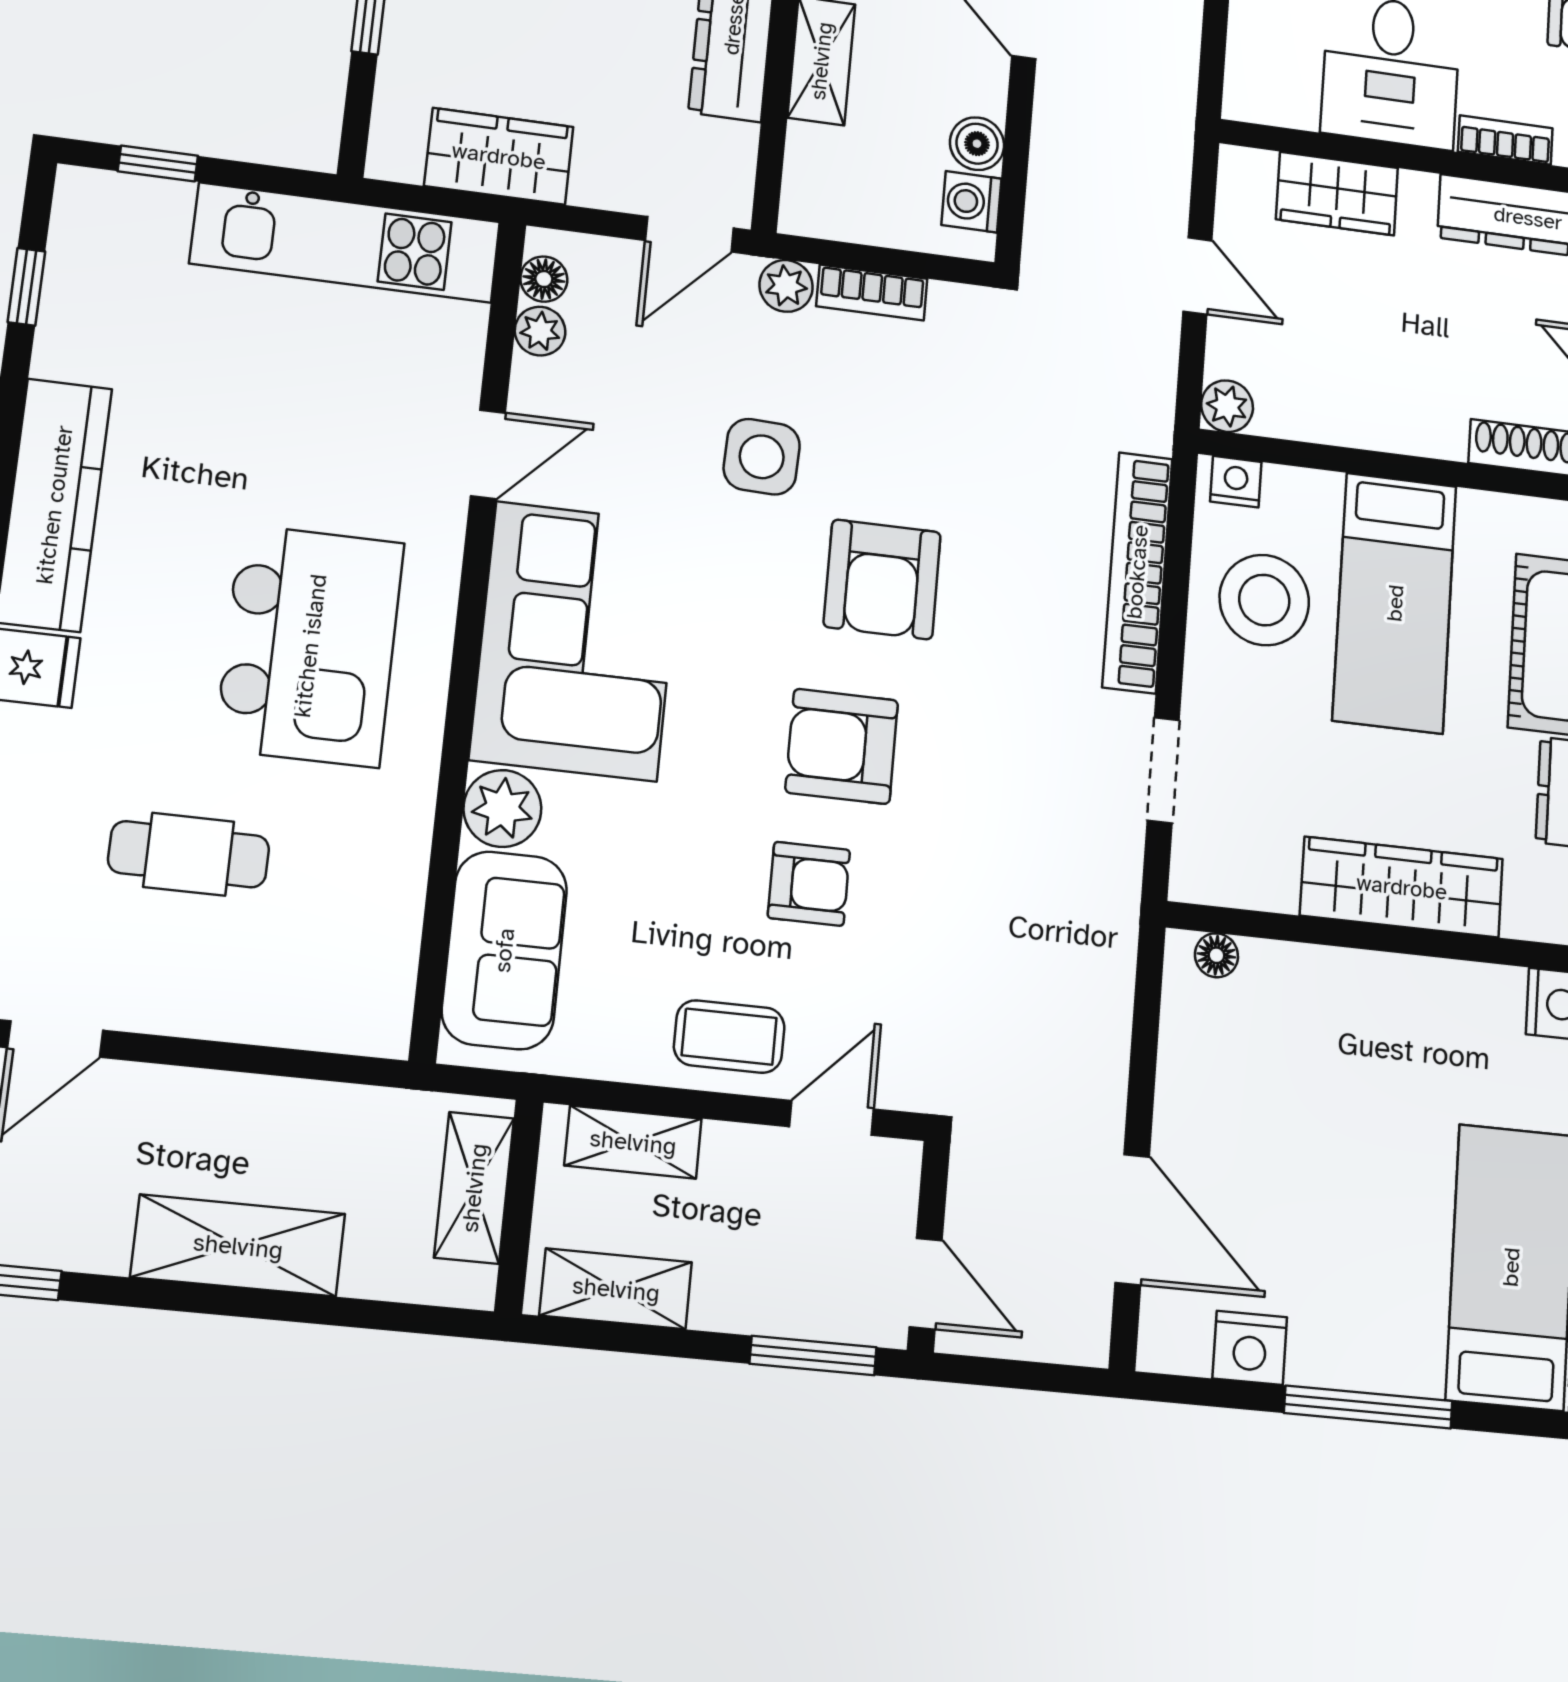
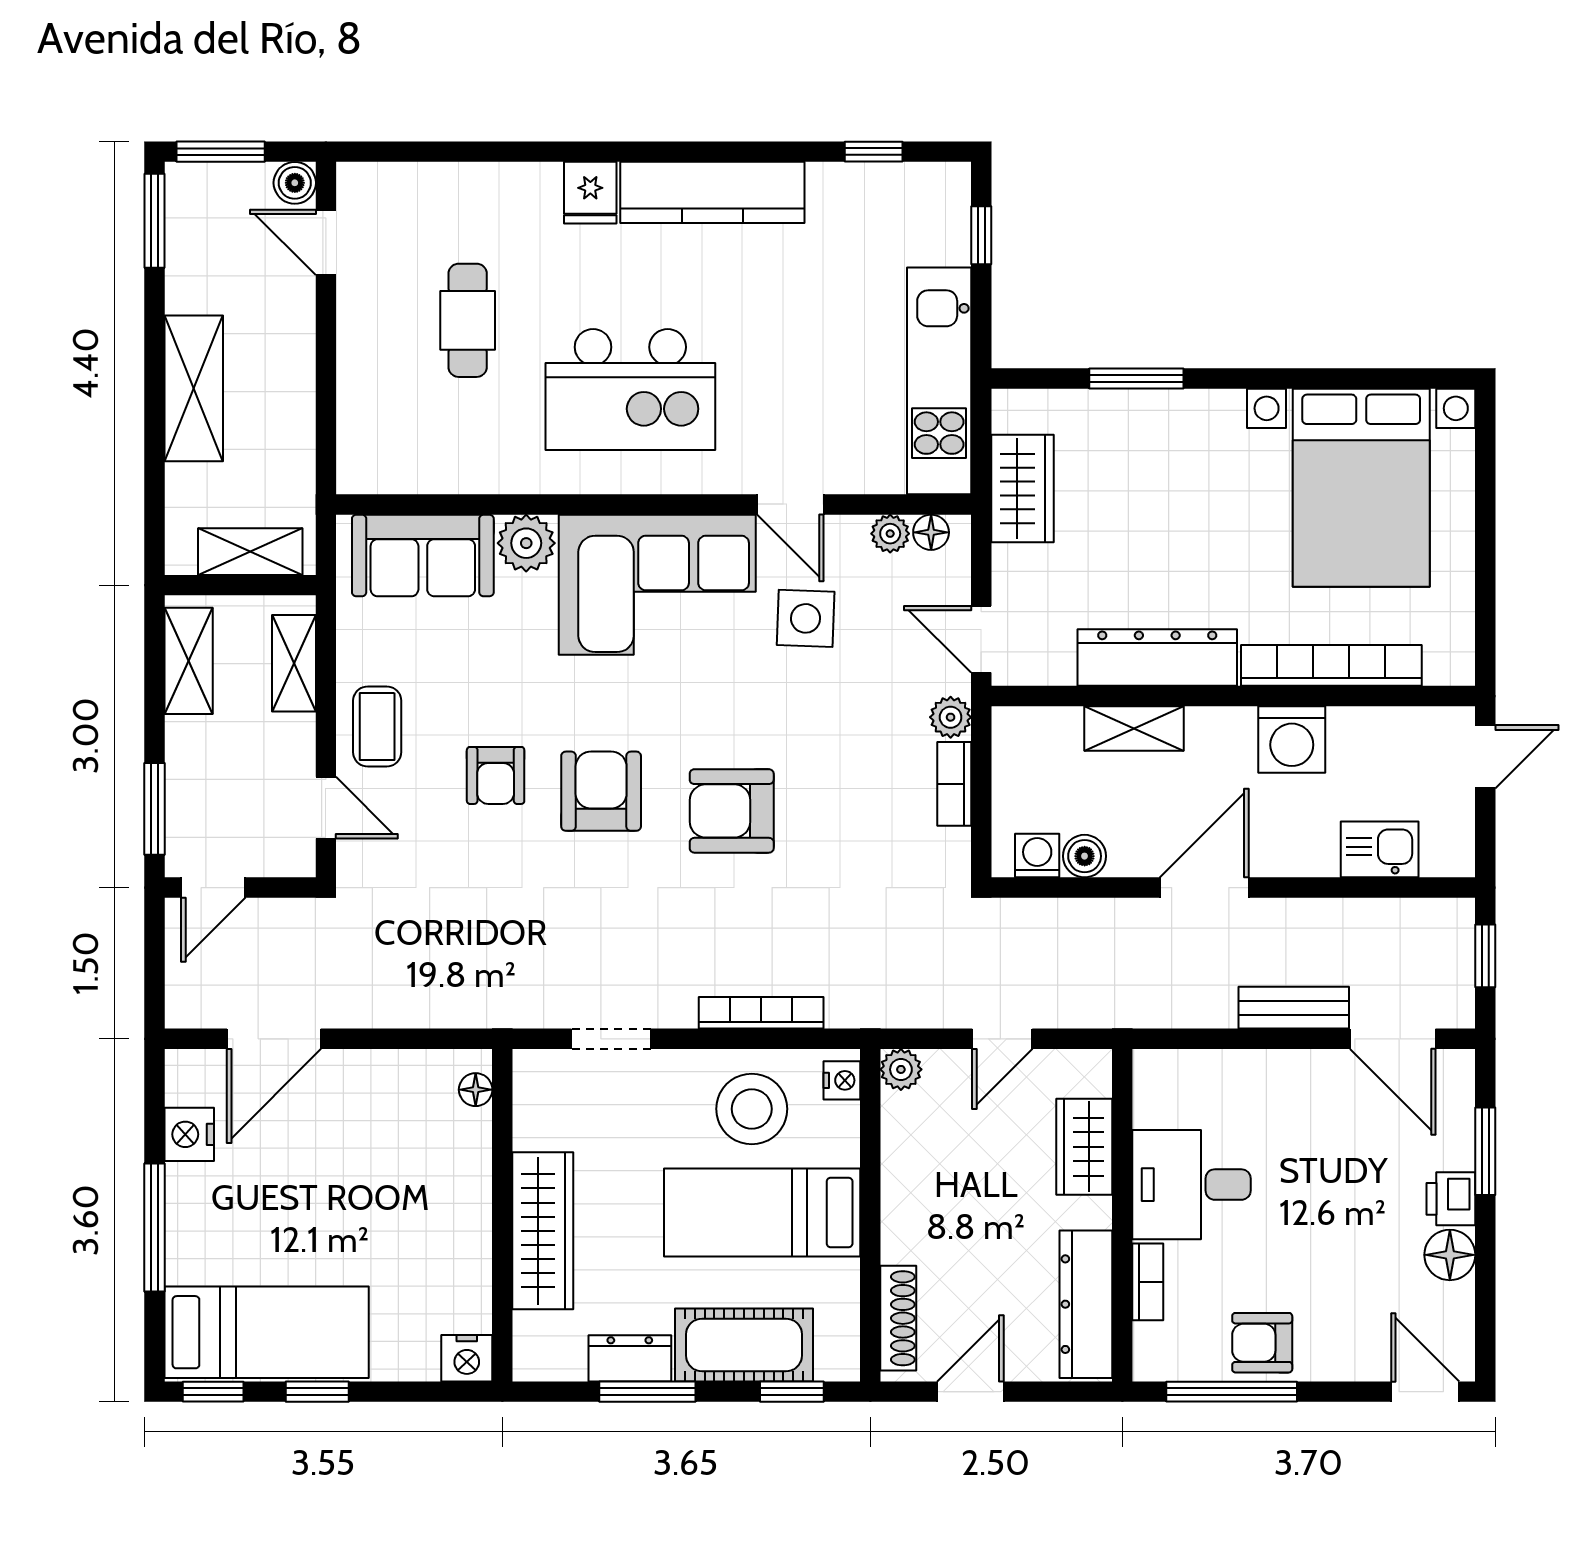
side table: (762, 457) -> (806, 618), moved
bookcase: (1137, 572) -> (761, 1013), width x0.68, depth x0.76

